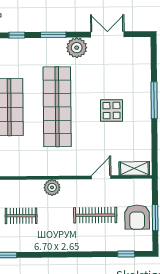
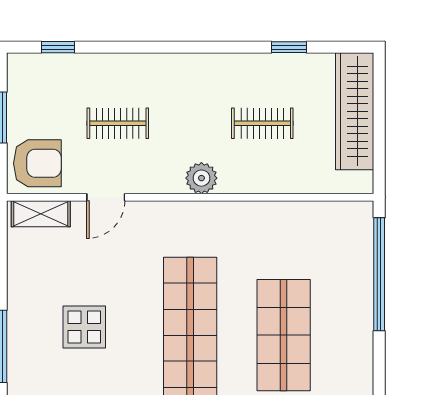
clothes rail: (95, 215) -> (118, 123), width x0.73
armchair: (137, 217) -> (37, 163), moved, turned 90

